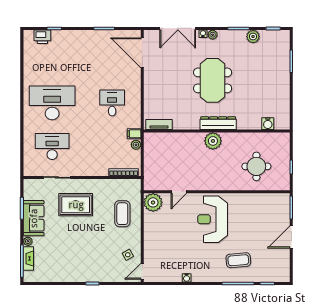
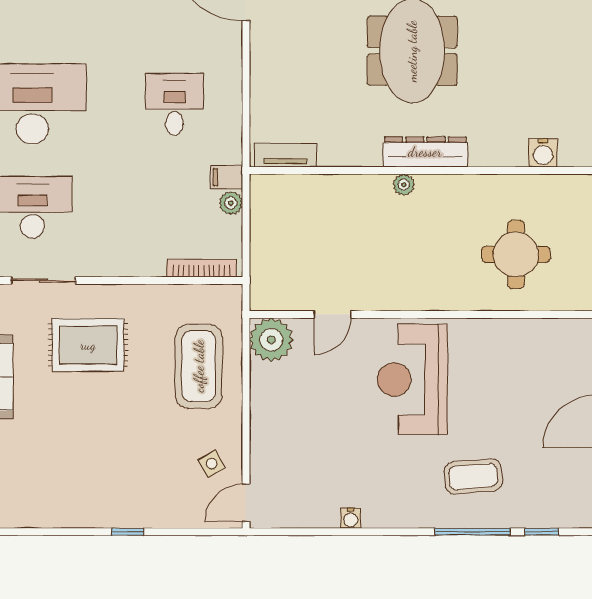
plant: (213, 141) -> (404, 185), width x0.53, depth x0.53
coffee table: (122, 214) -> (199, 366), width x1.36, depth x1.32

